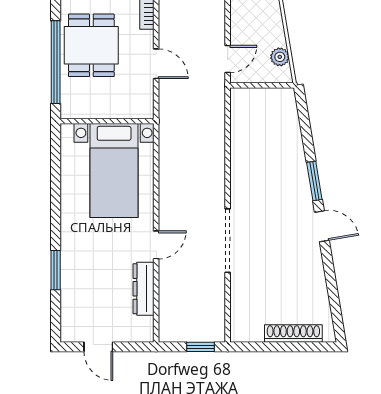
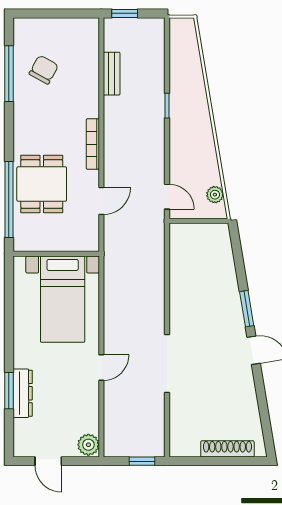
door: (228, 59) -> (167, 197), hinge flipped
door: (156, 64) -> (101, 201), hinge flipped
dresser: (143, 289) -> (23, 393), moved, turned 180
plant: (142, 329) -> (88, 445), added

